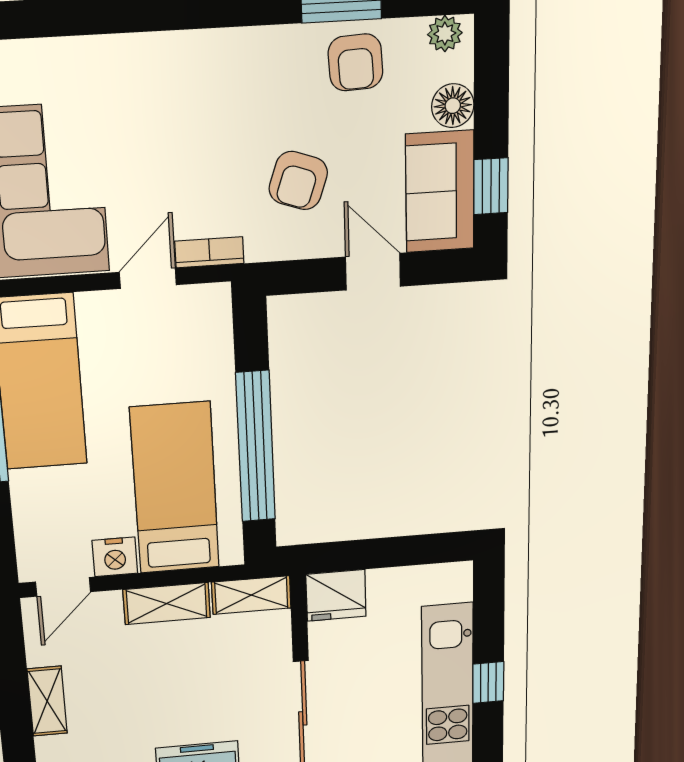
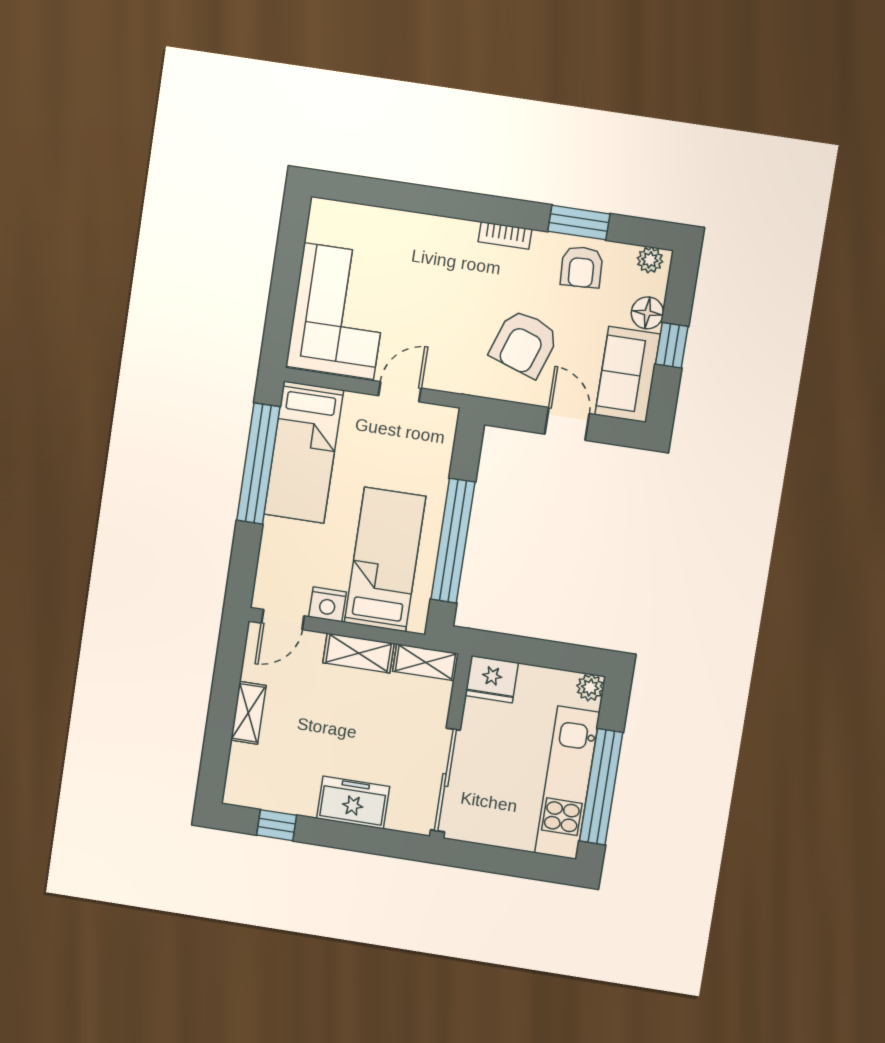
armchair: (298, 181) -> (524, 343), width x1.38, depth x1.38
window: (491, 186) -> (672, 345), moved
bookcase: (209, 252) -> (505, 235), moved, turned 180
plant: (456, 577) -> (590, 687), added
window: (488, 682) -> (601, 787), width x3.17

